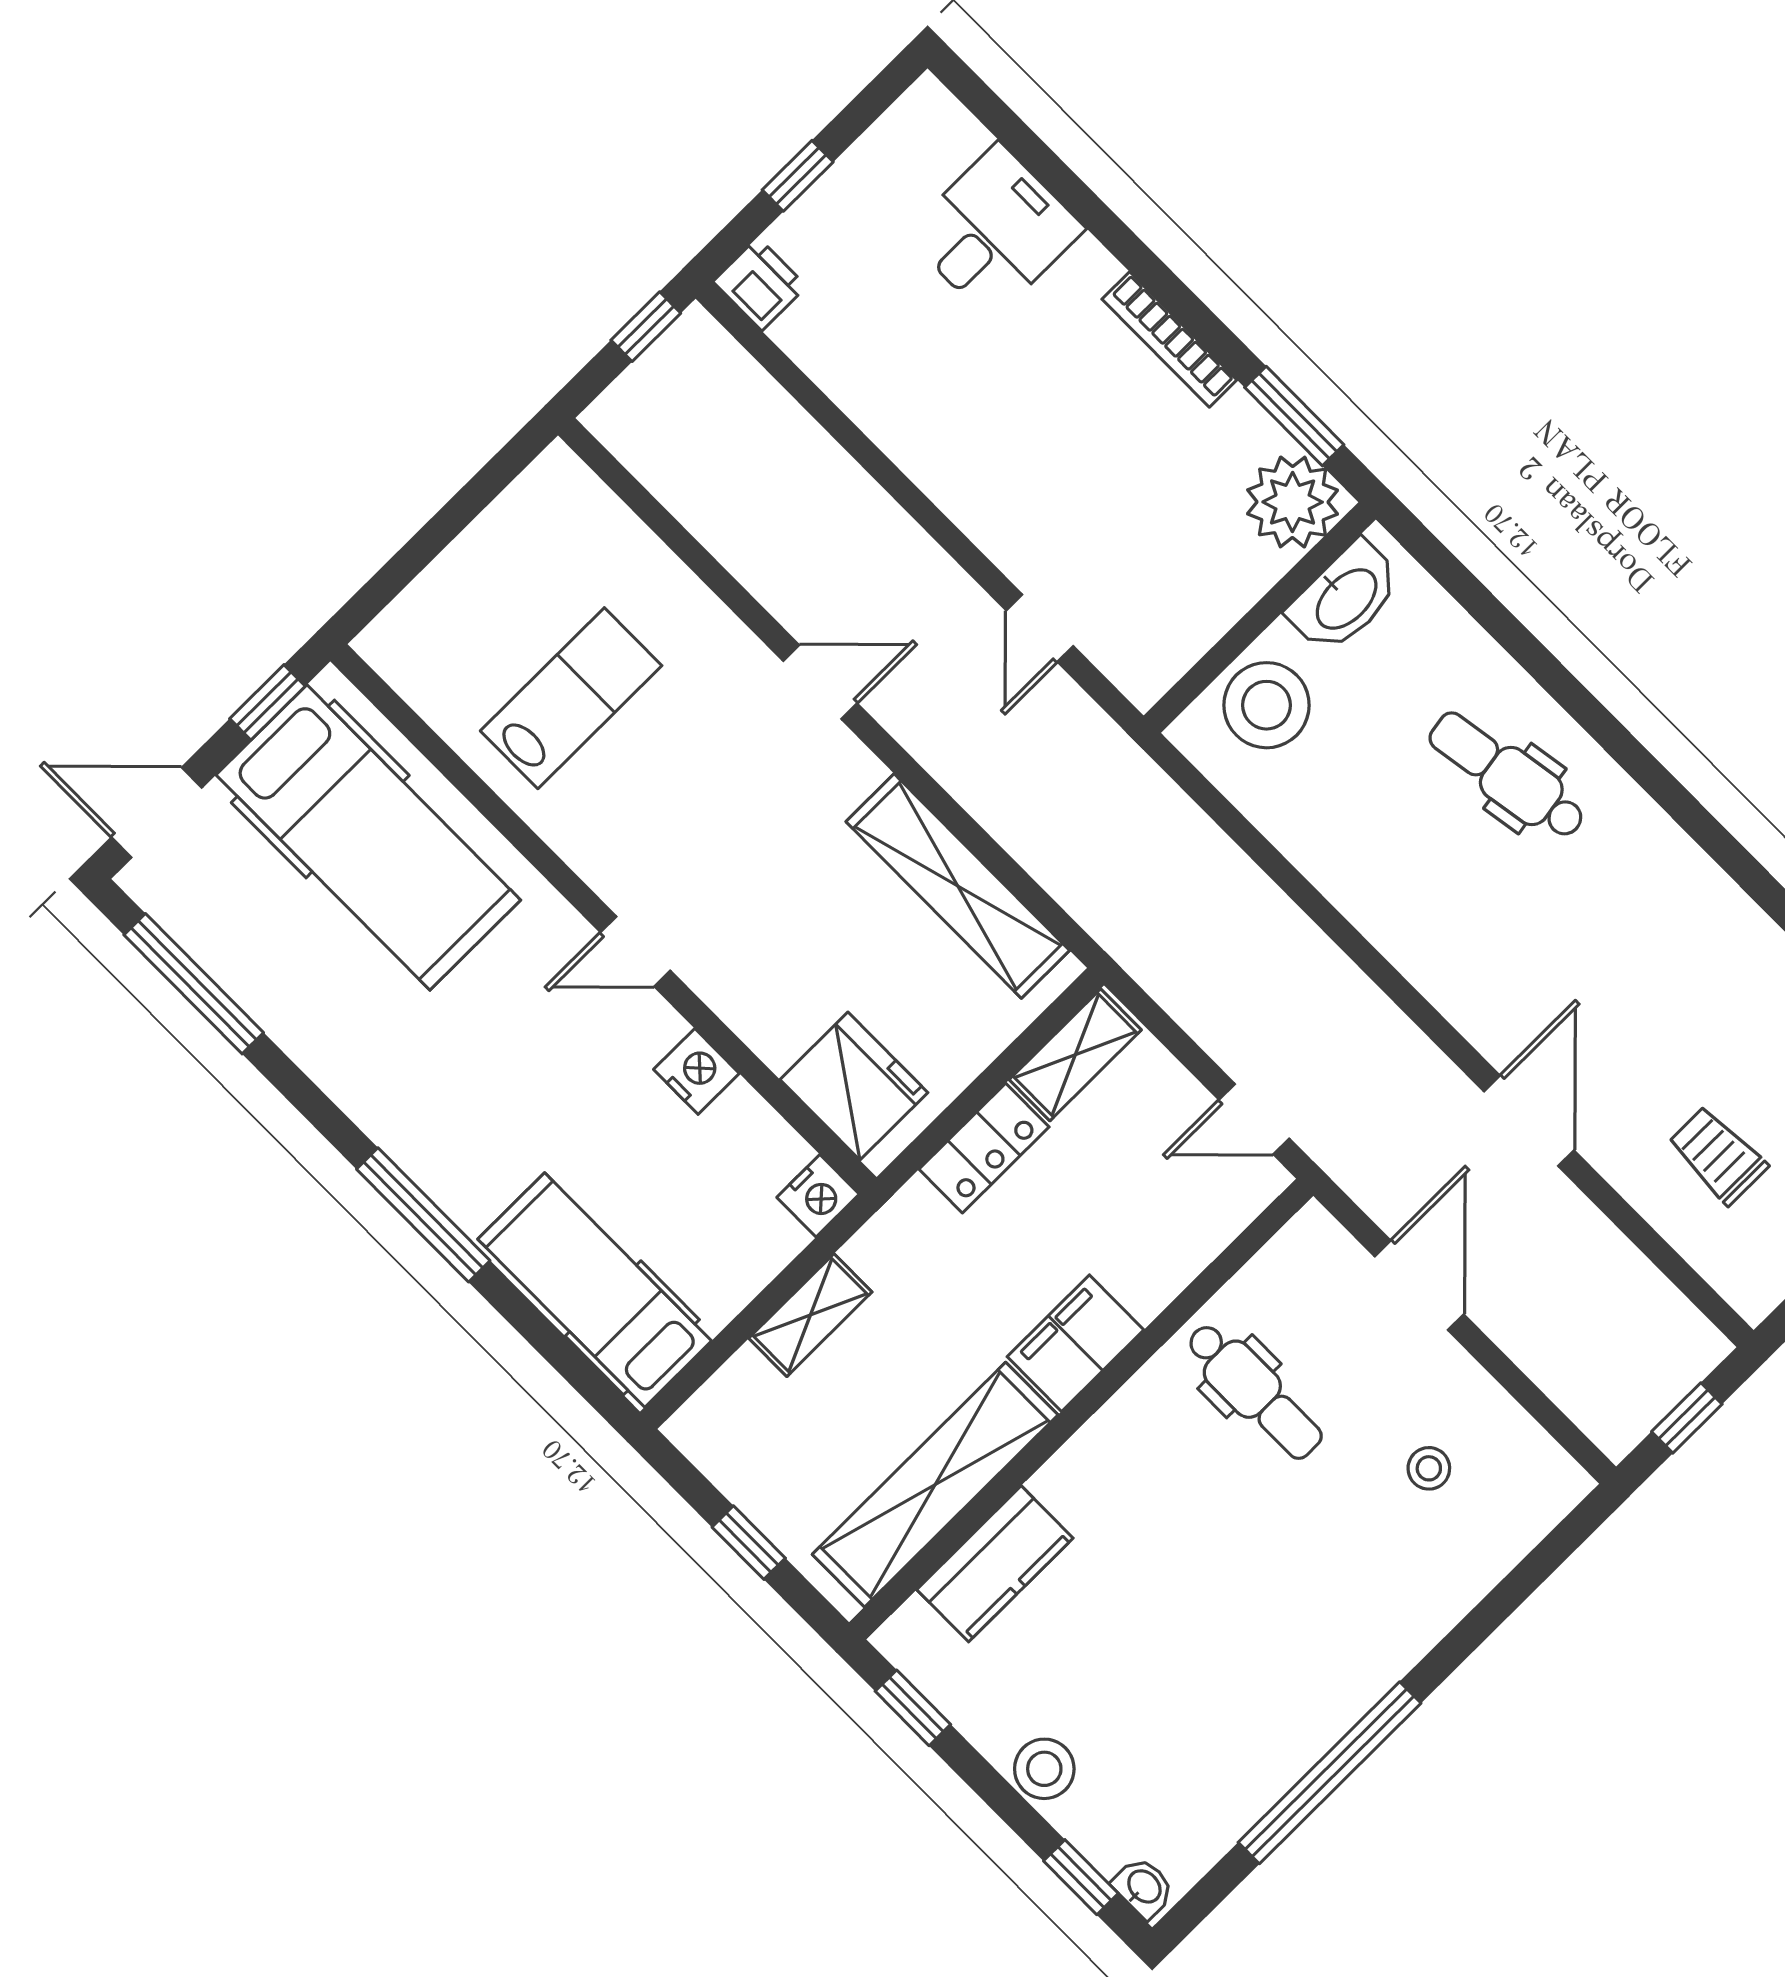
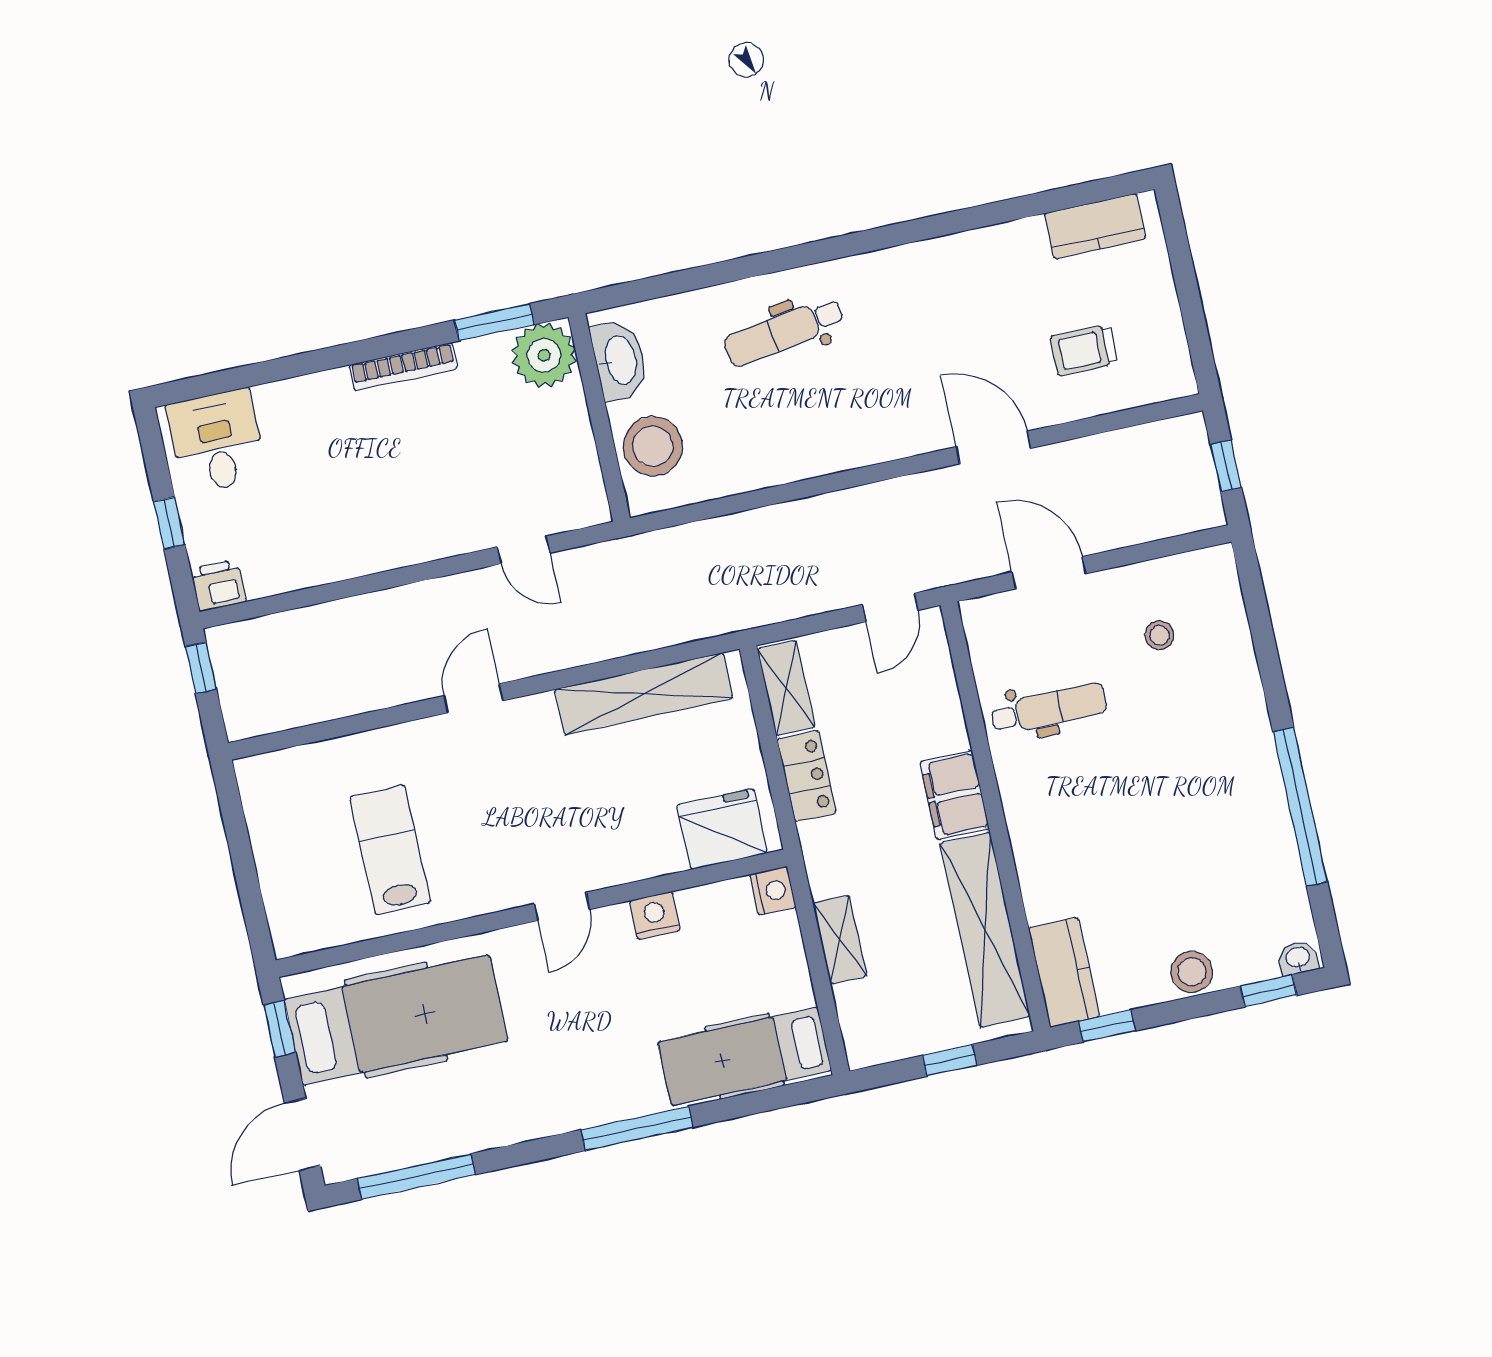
desk: (995, 232) -> (217, 442), moved
kitchen counter: (995, 1564) -> (1064, 972), moved

